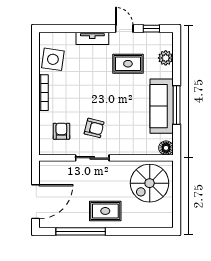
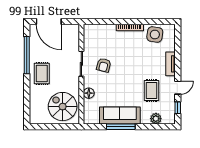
armchair: (61, 131) -> (101, 41), removed
floor lamp: (166, 148) -> (89, 93), moved

